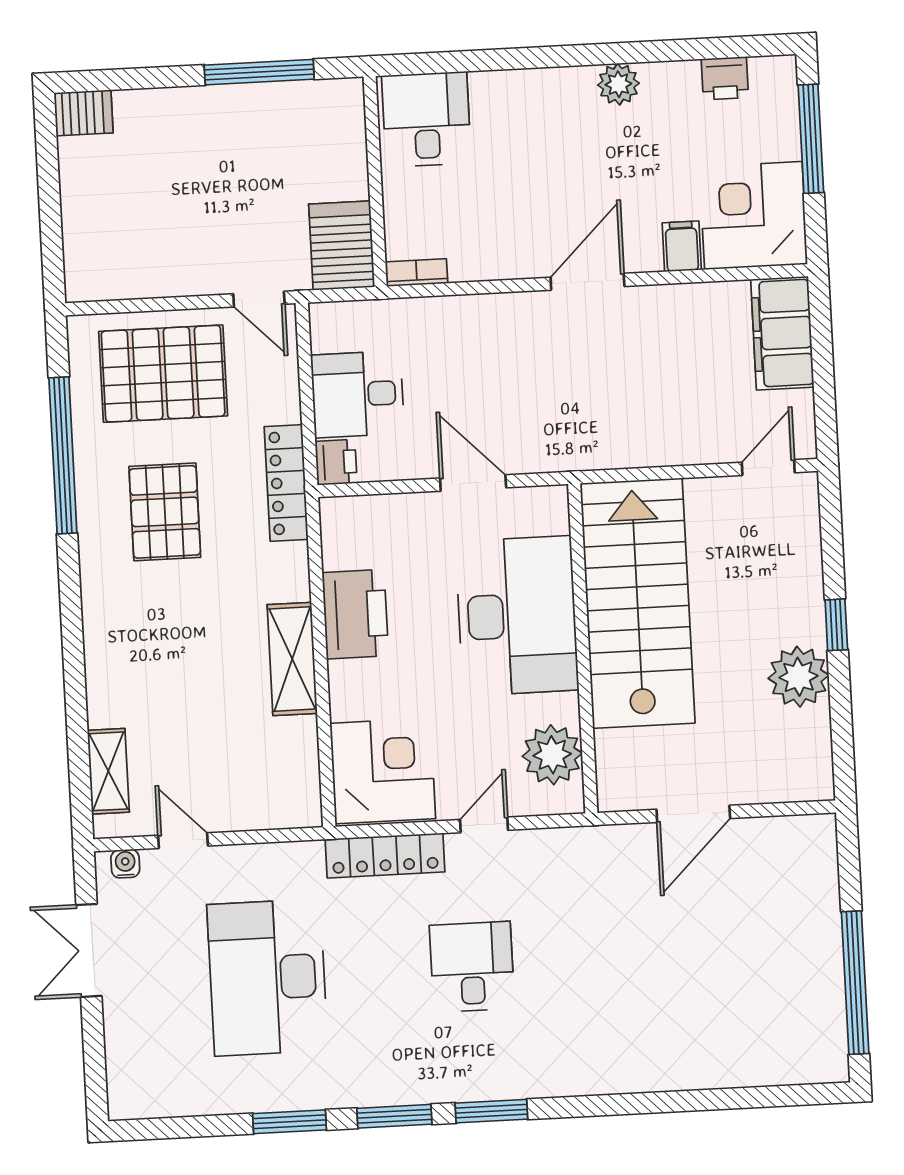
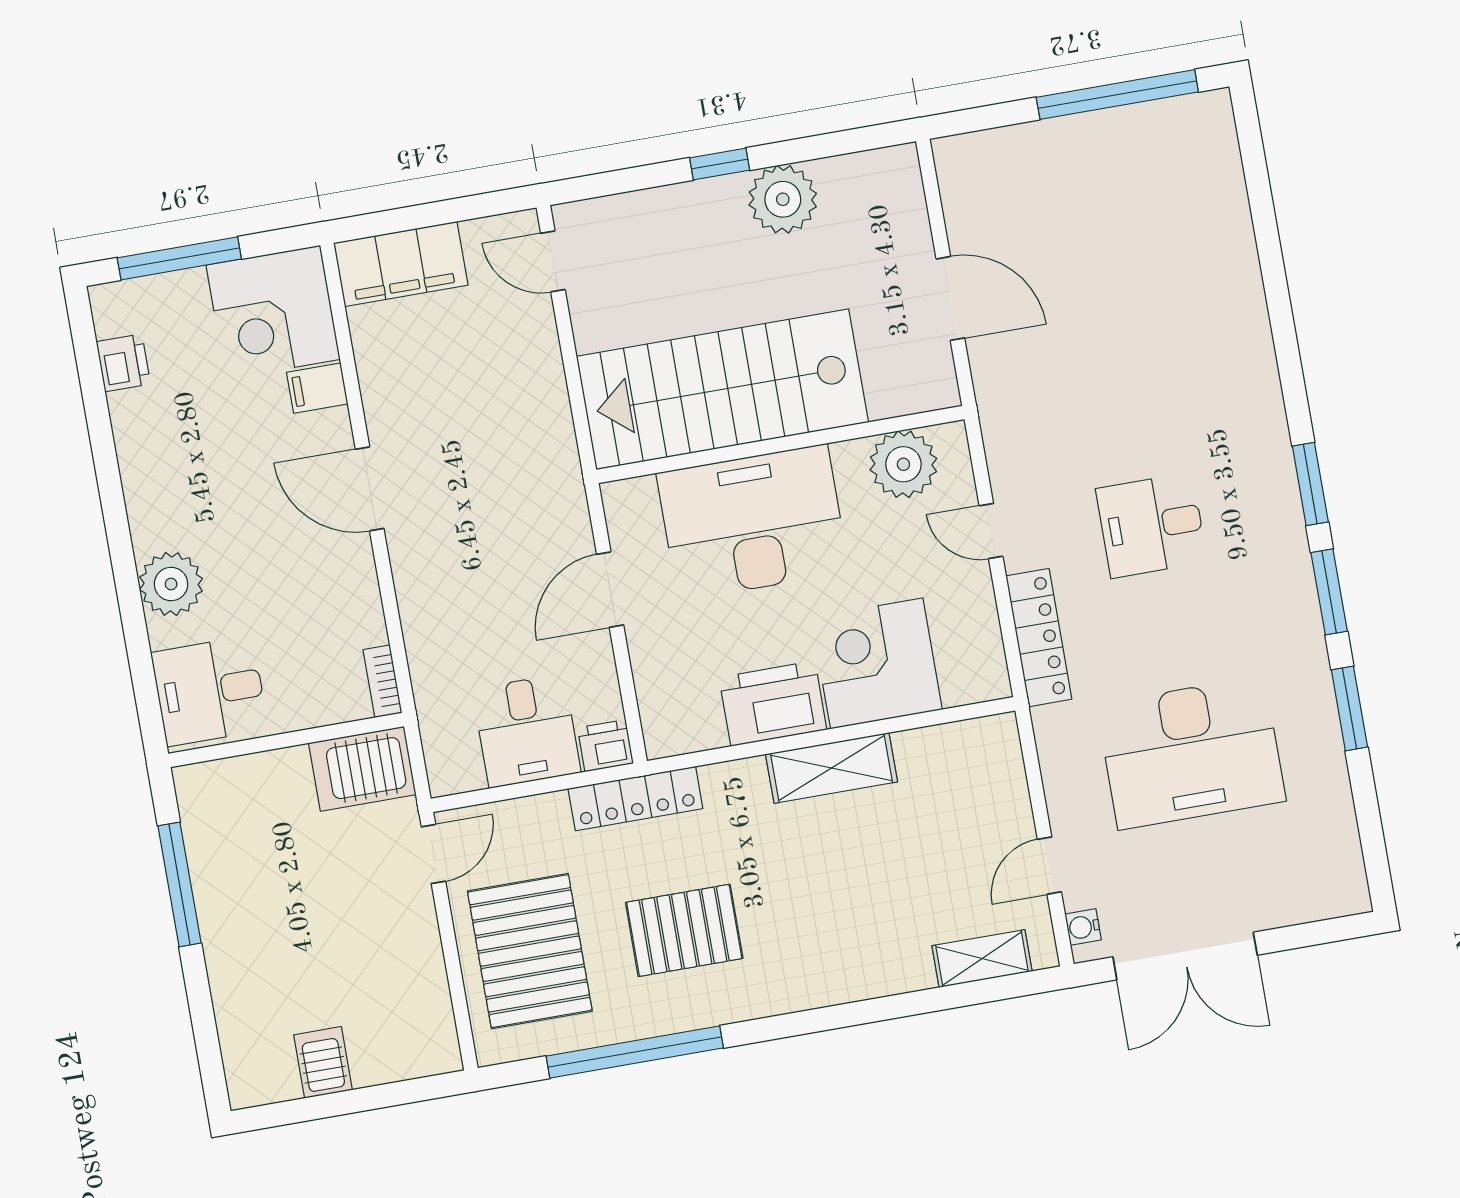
plant: (618, 84) -> (171, 584), moved, width x1.36, depth x1.36
server rack: (84, 113) -> (323, 1062), moved
corner desk: (383, 771) -> (877, 663), moved
double door: (89, 950) -> (1185, 956), width x1.37

